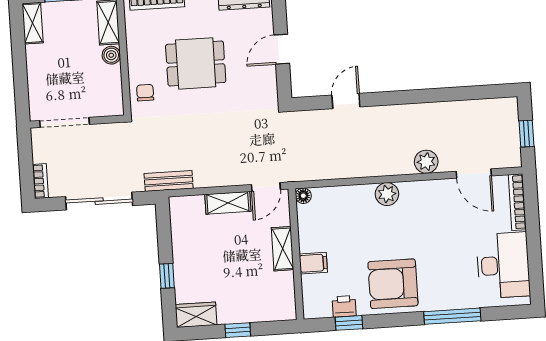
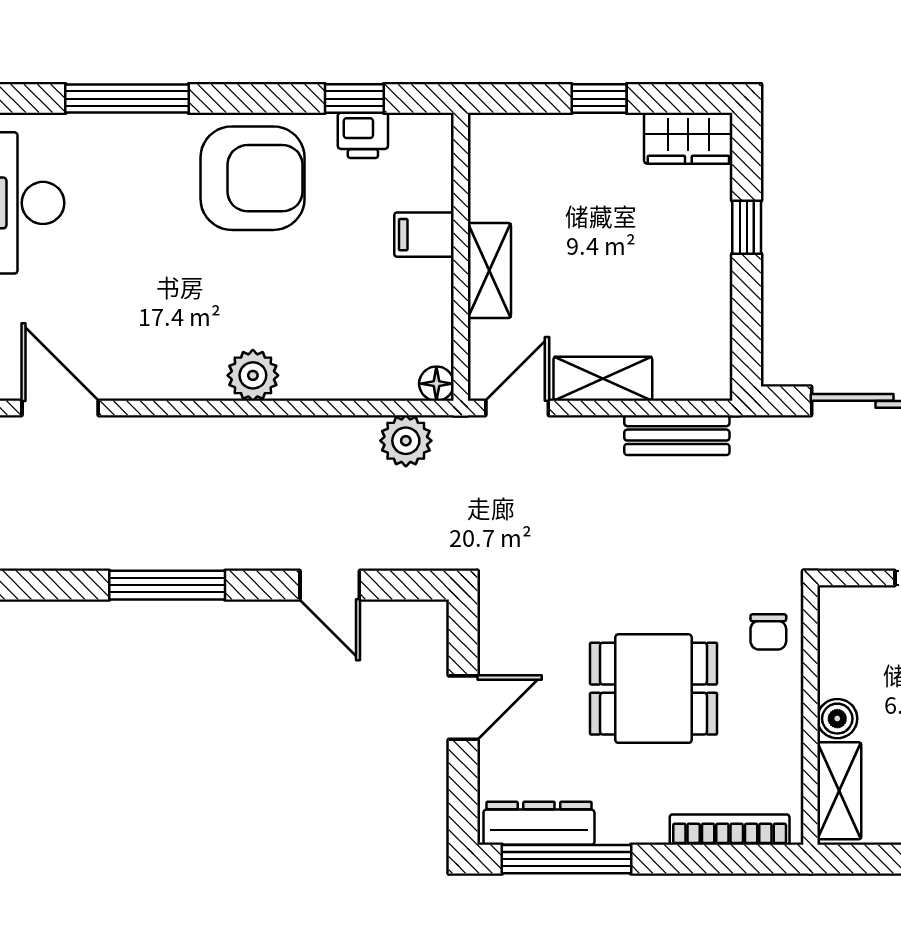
window: (420, 96) -> (167, 585), added
door: (346, 101) -> (330, 585), hinge flipped
plant: (426, 162) -> (406, 441), moved
bench: (169, 181) -> (677, 435), moved

